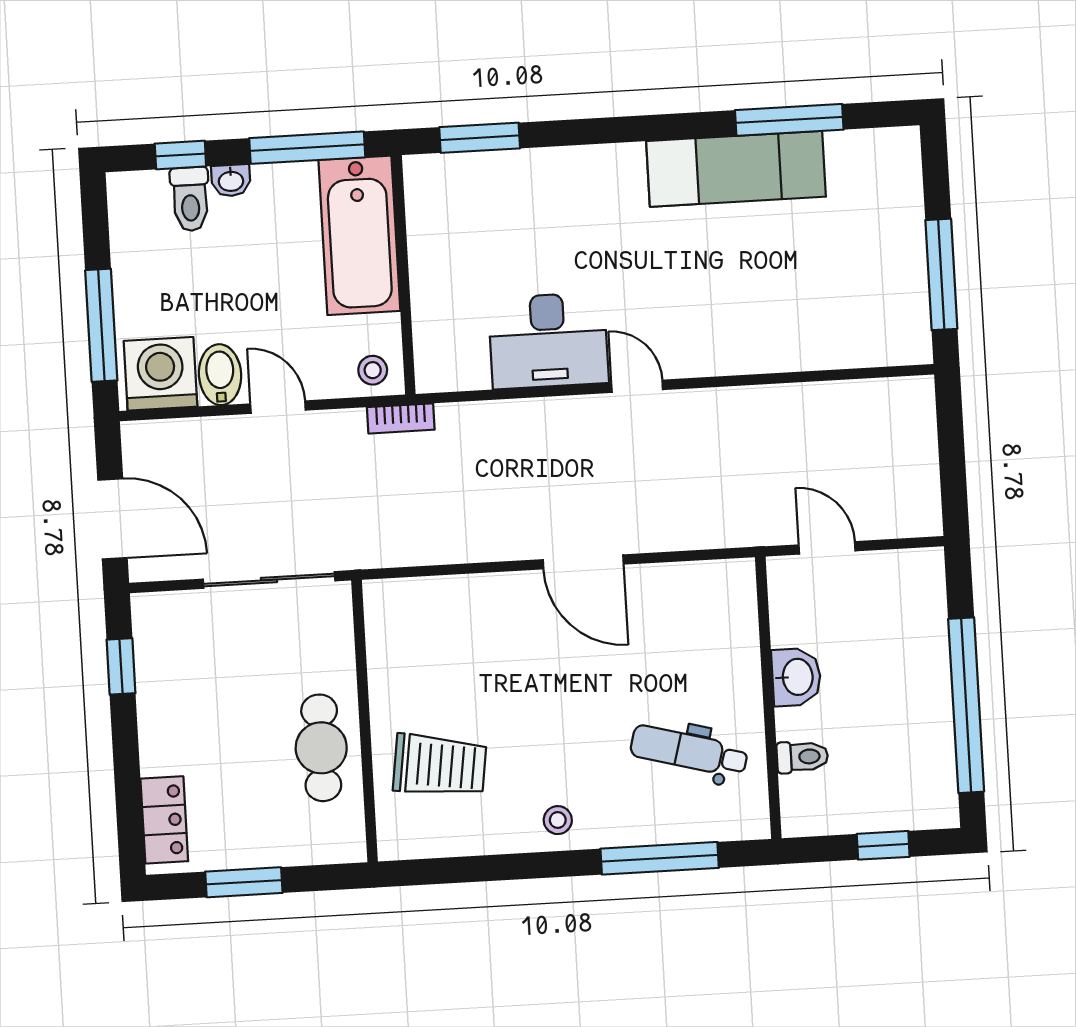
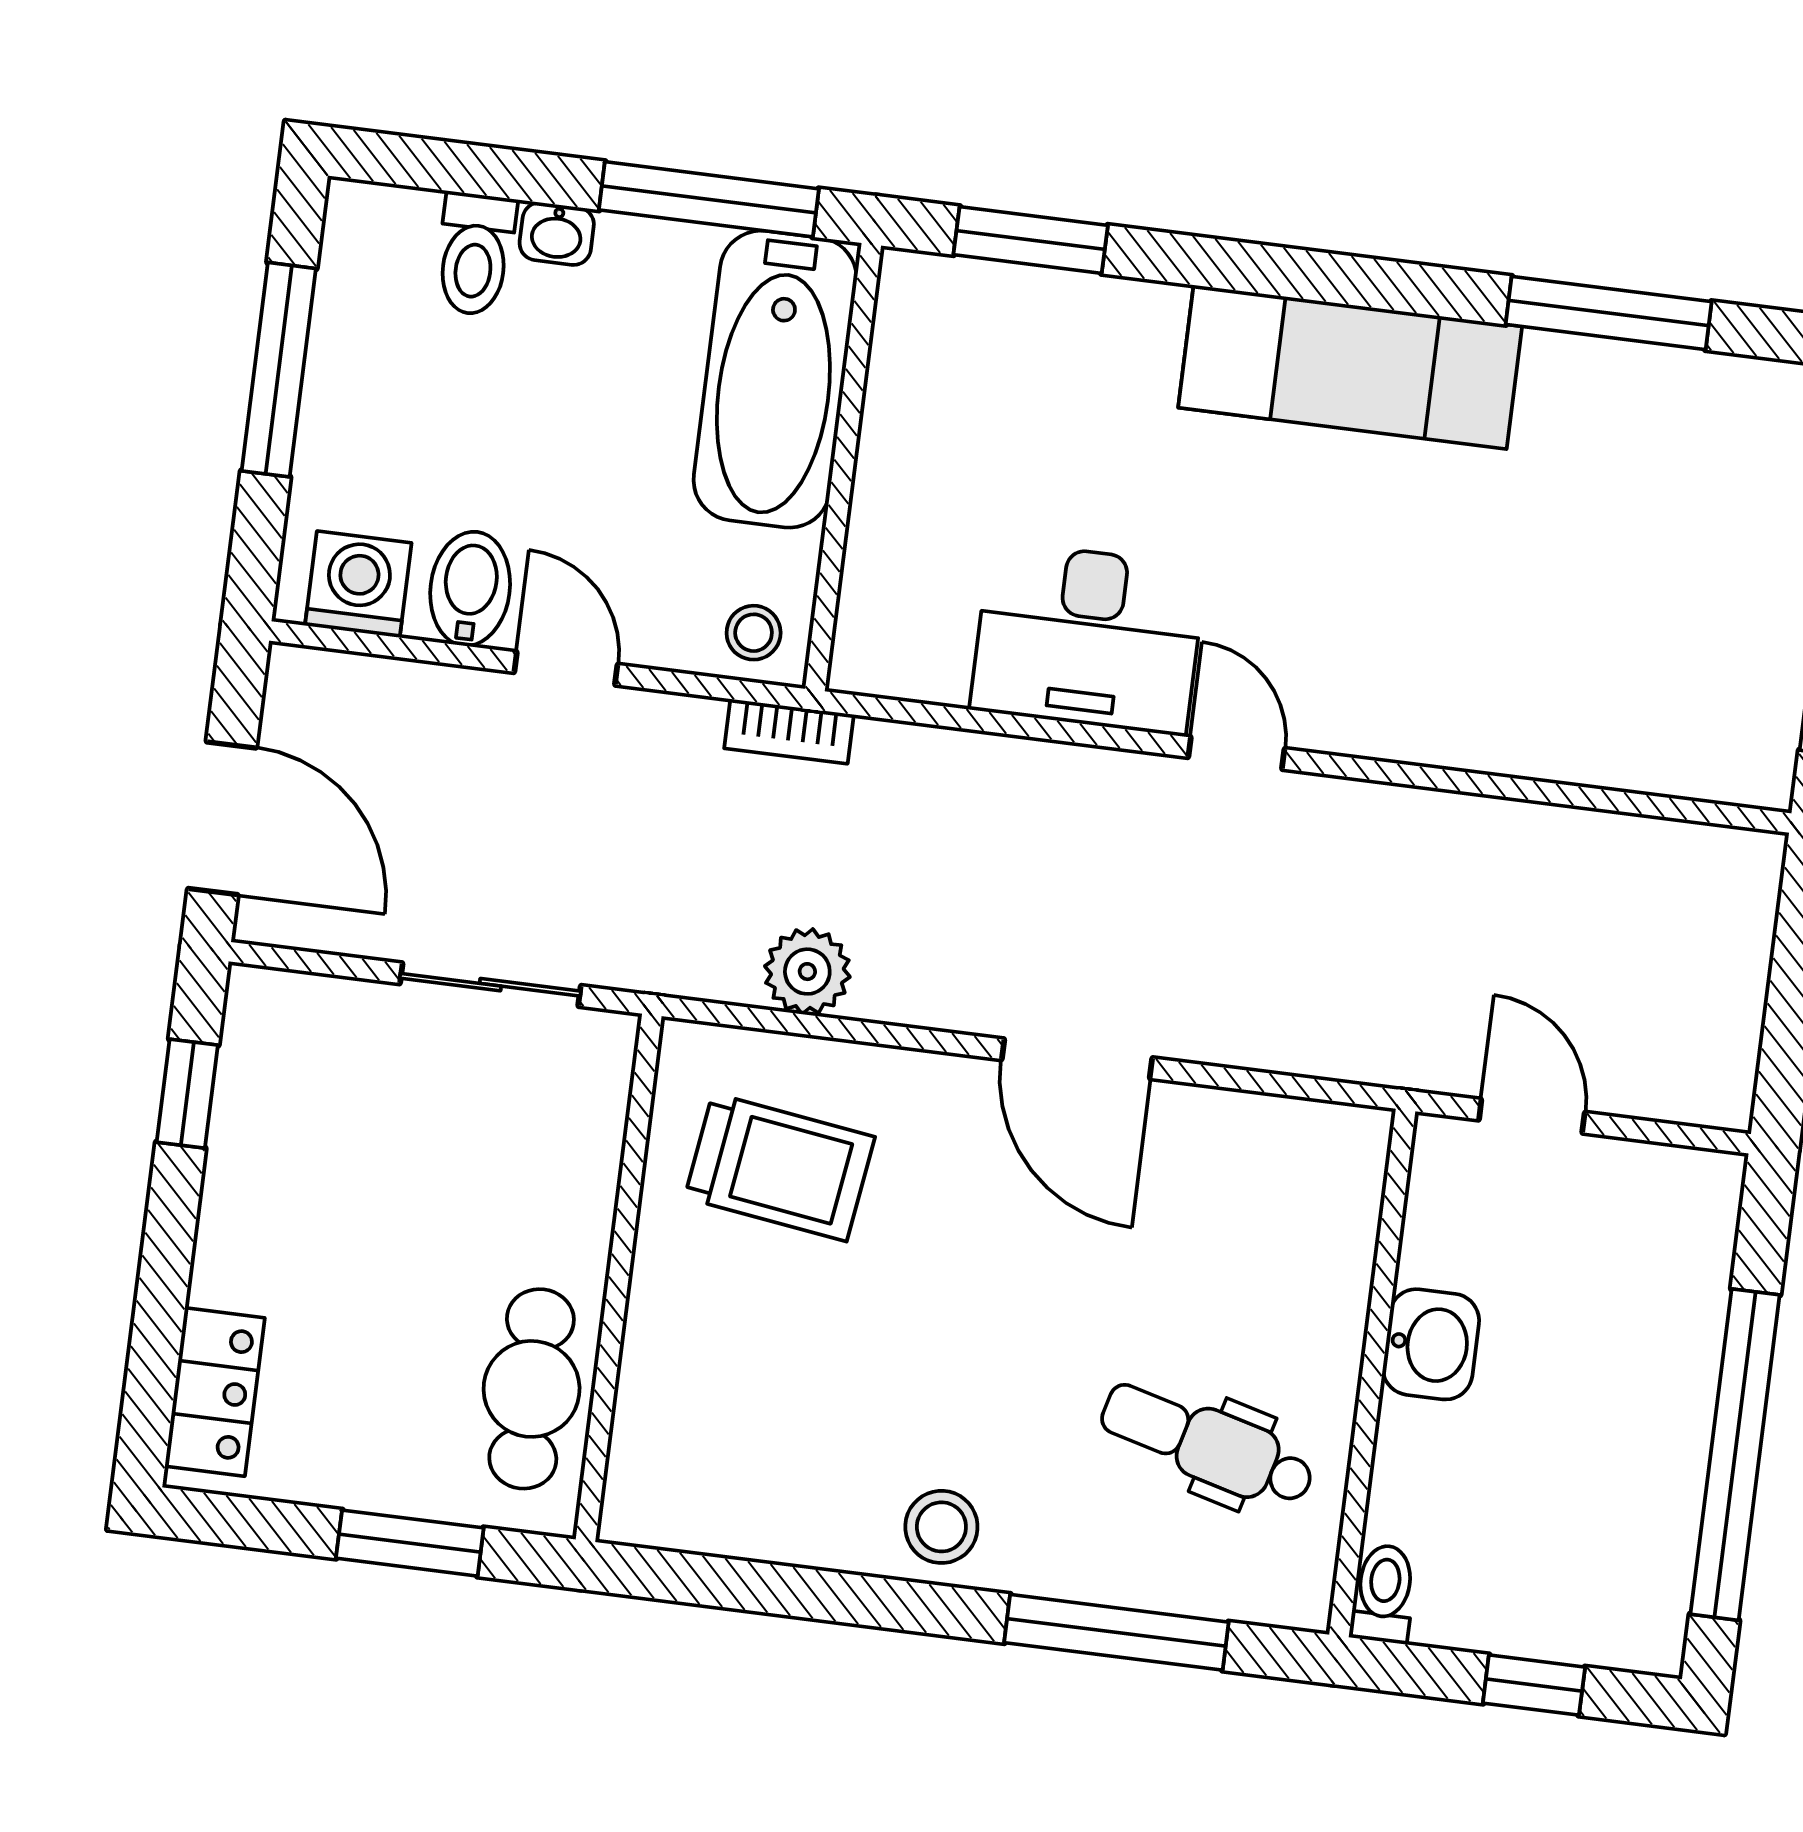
window: (180, 155) -> (472, 169), removed
exam couch: (736, 169) -> (1350, 367), moved
window: (101, 325) -> (279, 370), moved
washing machine: (161, 374) -> (358, 584), width x0.73, depth x0.73
plant: (434, 542) -> (807, 972), added
sliding door: (269, 580) -> (490, 985), width x0.73
cafe table: (321, 748) -> (532, 1389), moved
toilet: (802, 757) -> (1384, 1594), moved, turned -90
trolley: (440, 765) -> (780, 1167), moved
stool: (558, 820) -> (941, 1527), width x1.37, depth x1.37
window: (244, 882) -> (410, 1543), moved

